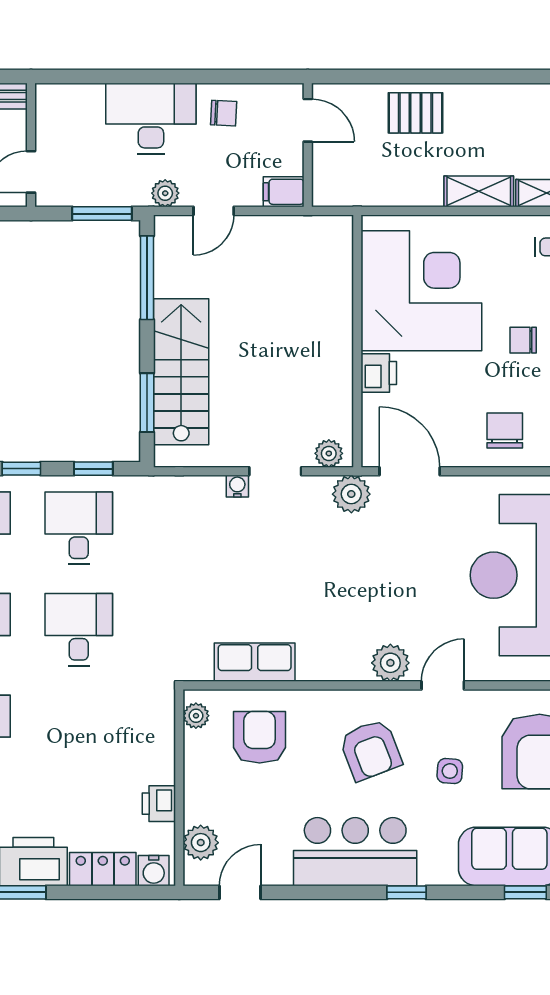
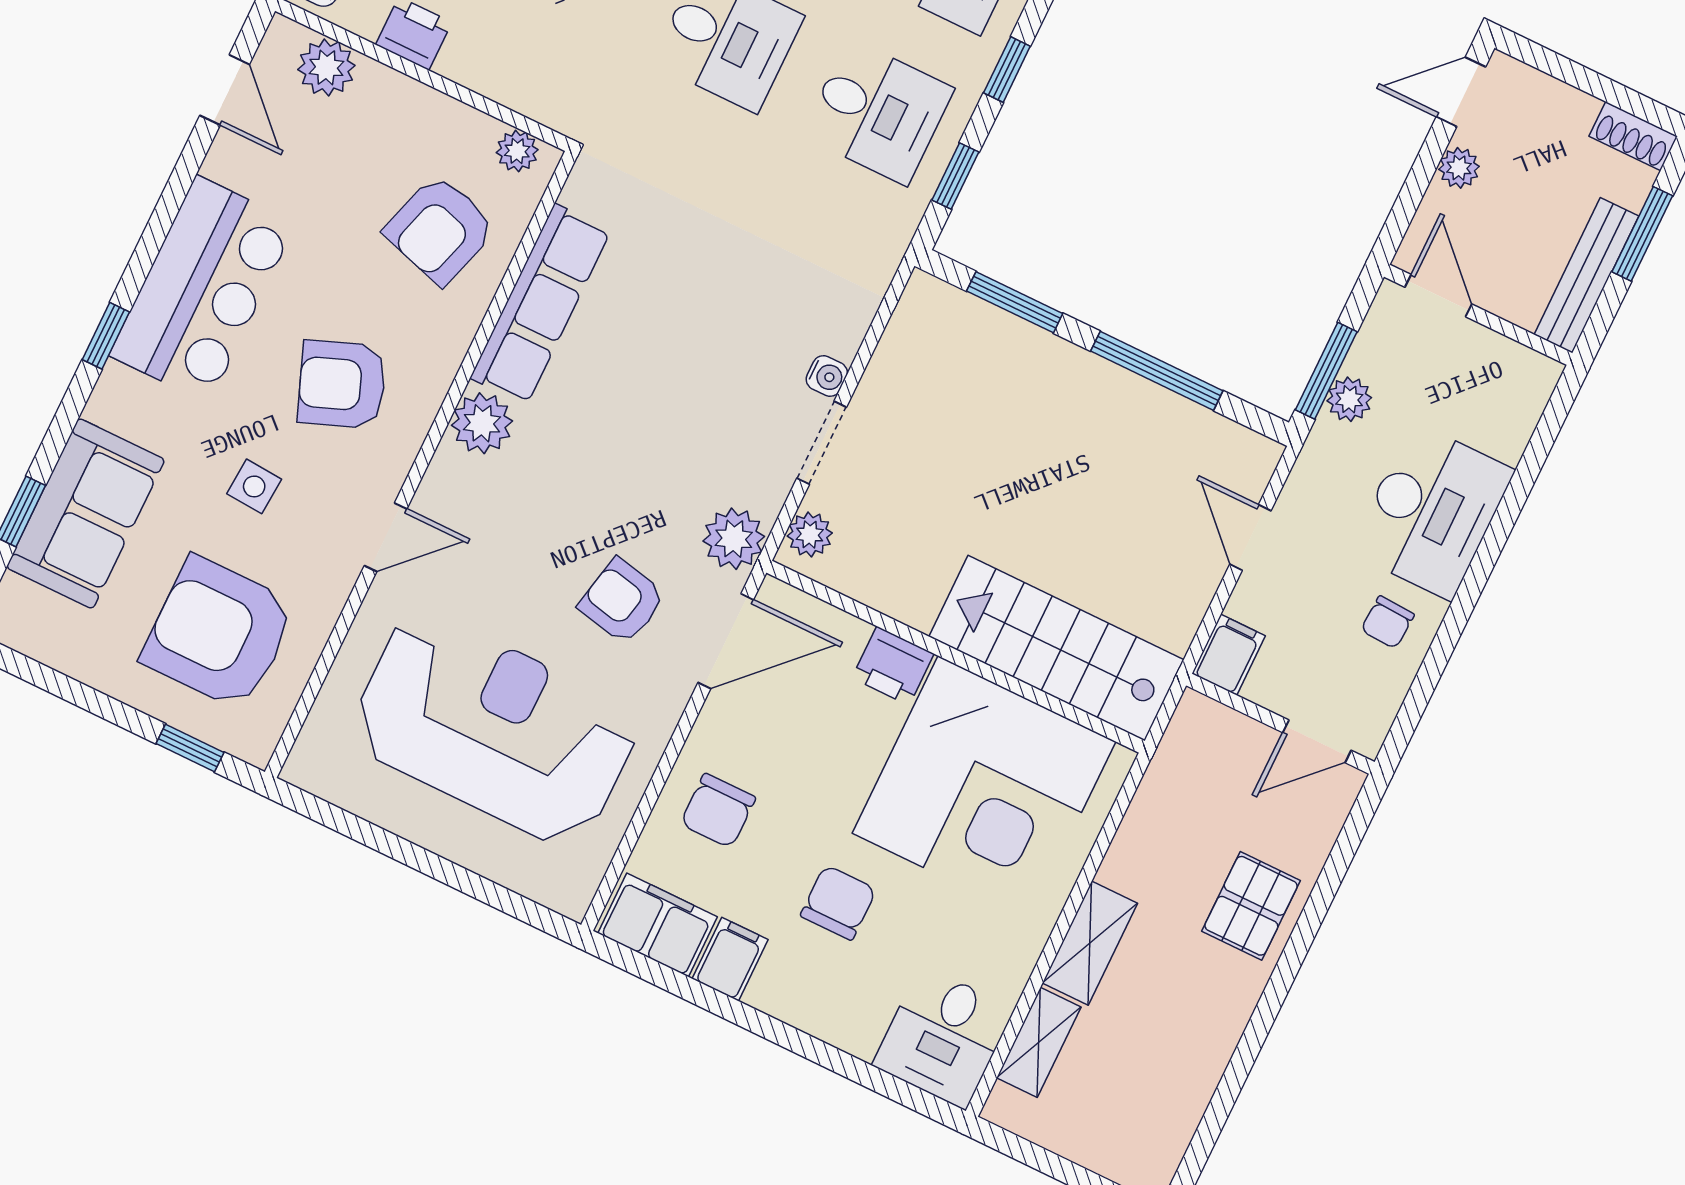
plant: (165, 193) -> (1349, 399), moved
window: (147, 278) -> (1157, 371), moved
chair: (523, 340) -> (838, 903), width x1.37, depth x1.37
stairs: (181, 372) -> (1056, 648), moved, turned 180
chair: (505, 431) -> (718, 811), turned 90
armchair: (415, 539) -> (622, 601), added
row of seats: (255, 662) -> (541, 304), width x1.48
plant: (390, 663) -> (482, 423), moved
door: (443, 685) -> (386, 537), hinge flipped
armchair: (260, 737) -> (440, 230), turned 107

